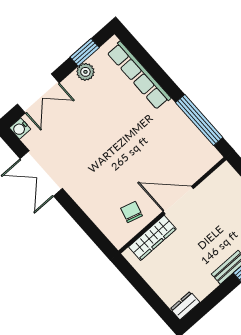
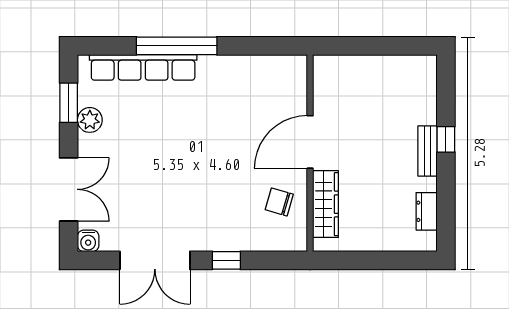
window: (199, 120) -> (177, 46), moved
window: (75, 212) -> (226, 260), added
dresser: (185, 306) -> (427, 211), moved

